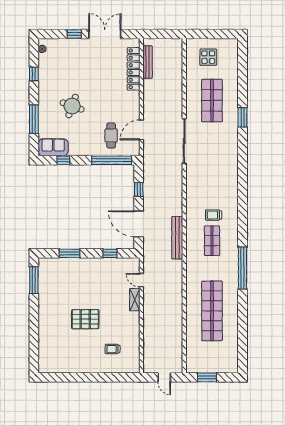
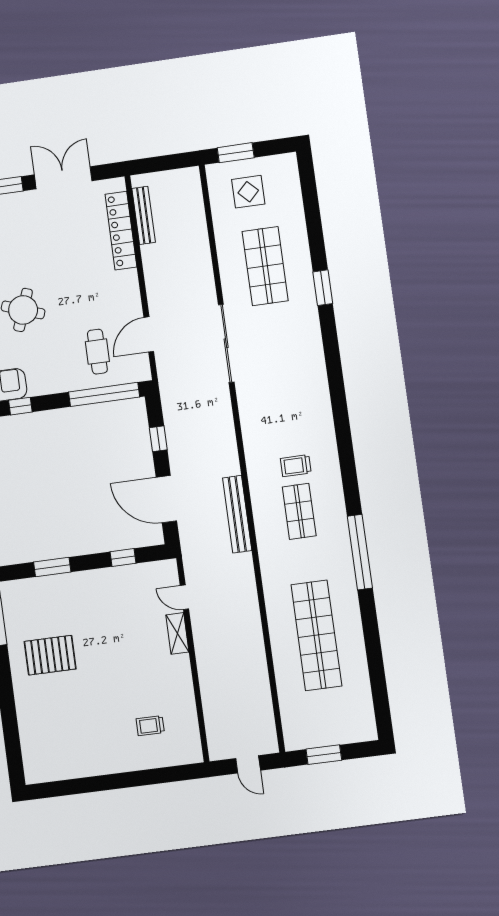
window: (204, 34) -> (236, 153), added
pallet: (85, 319) -> (50, 655), moved

